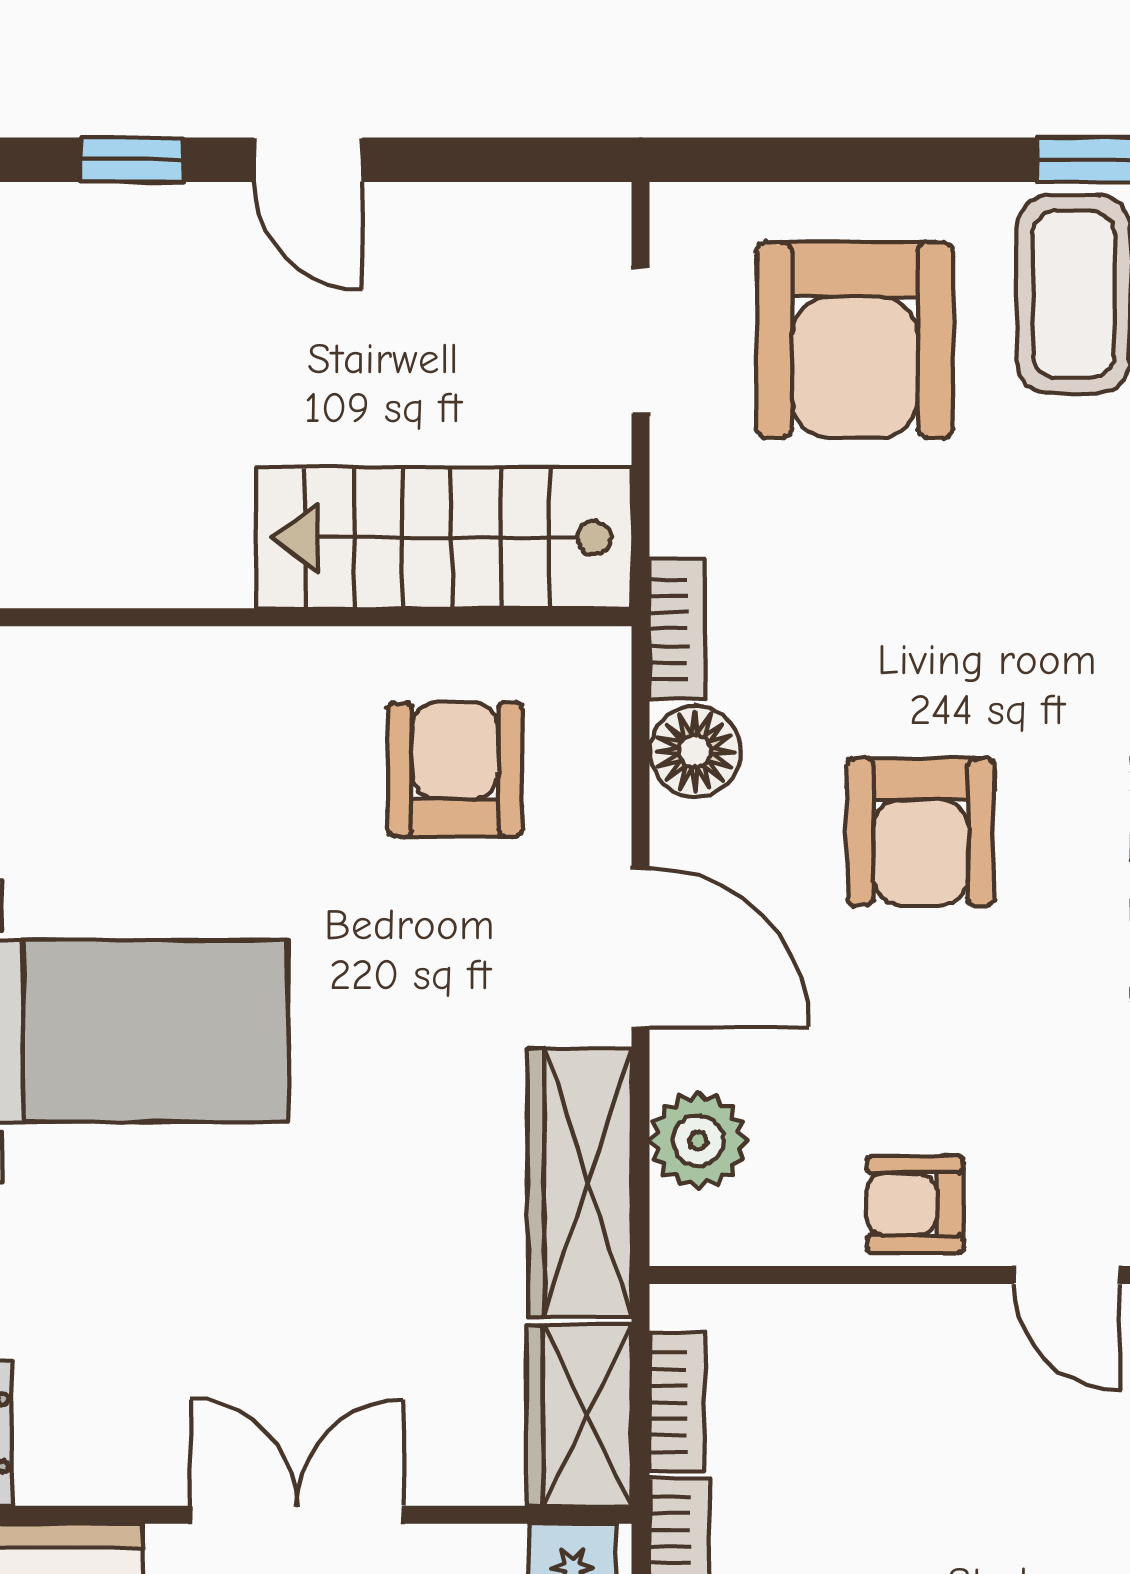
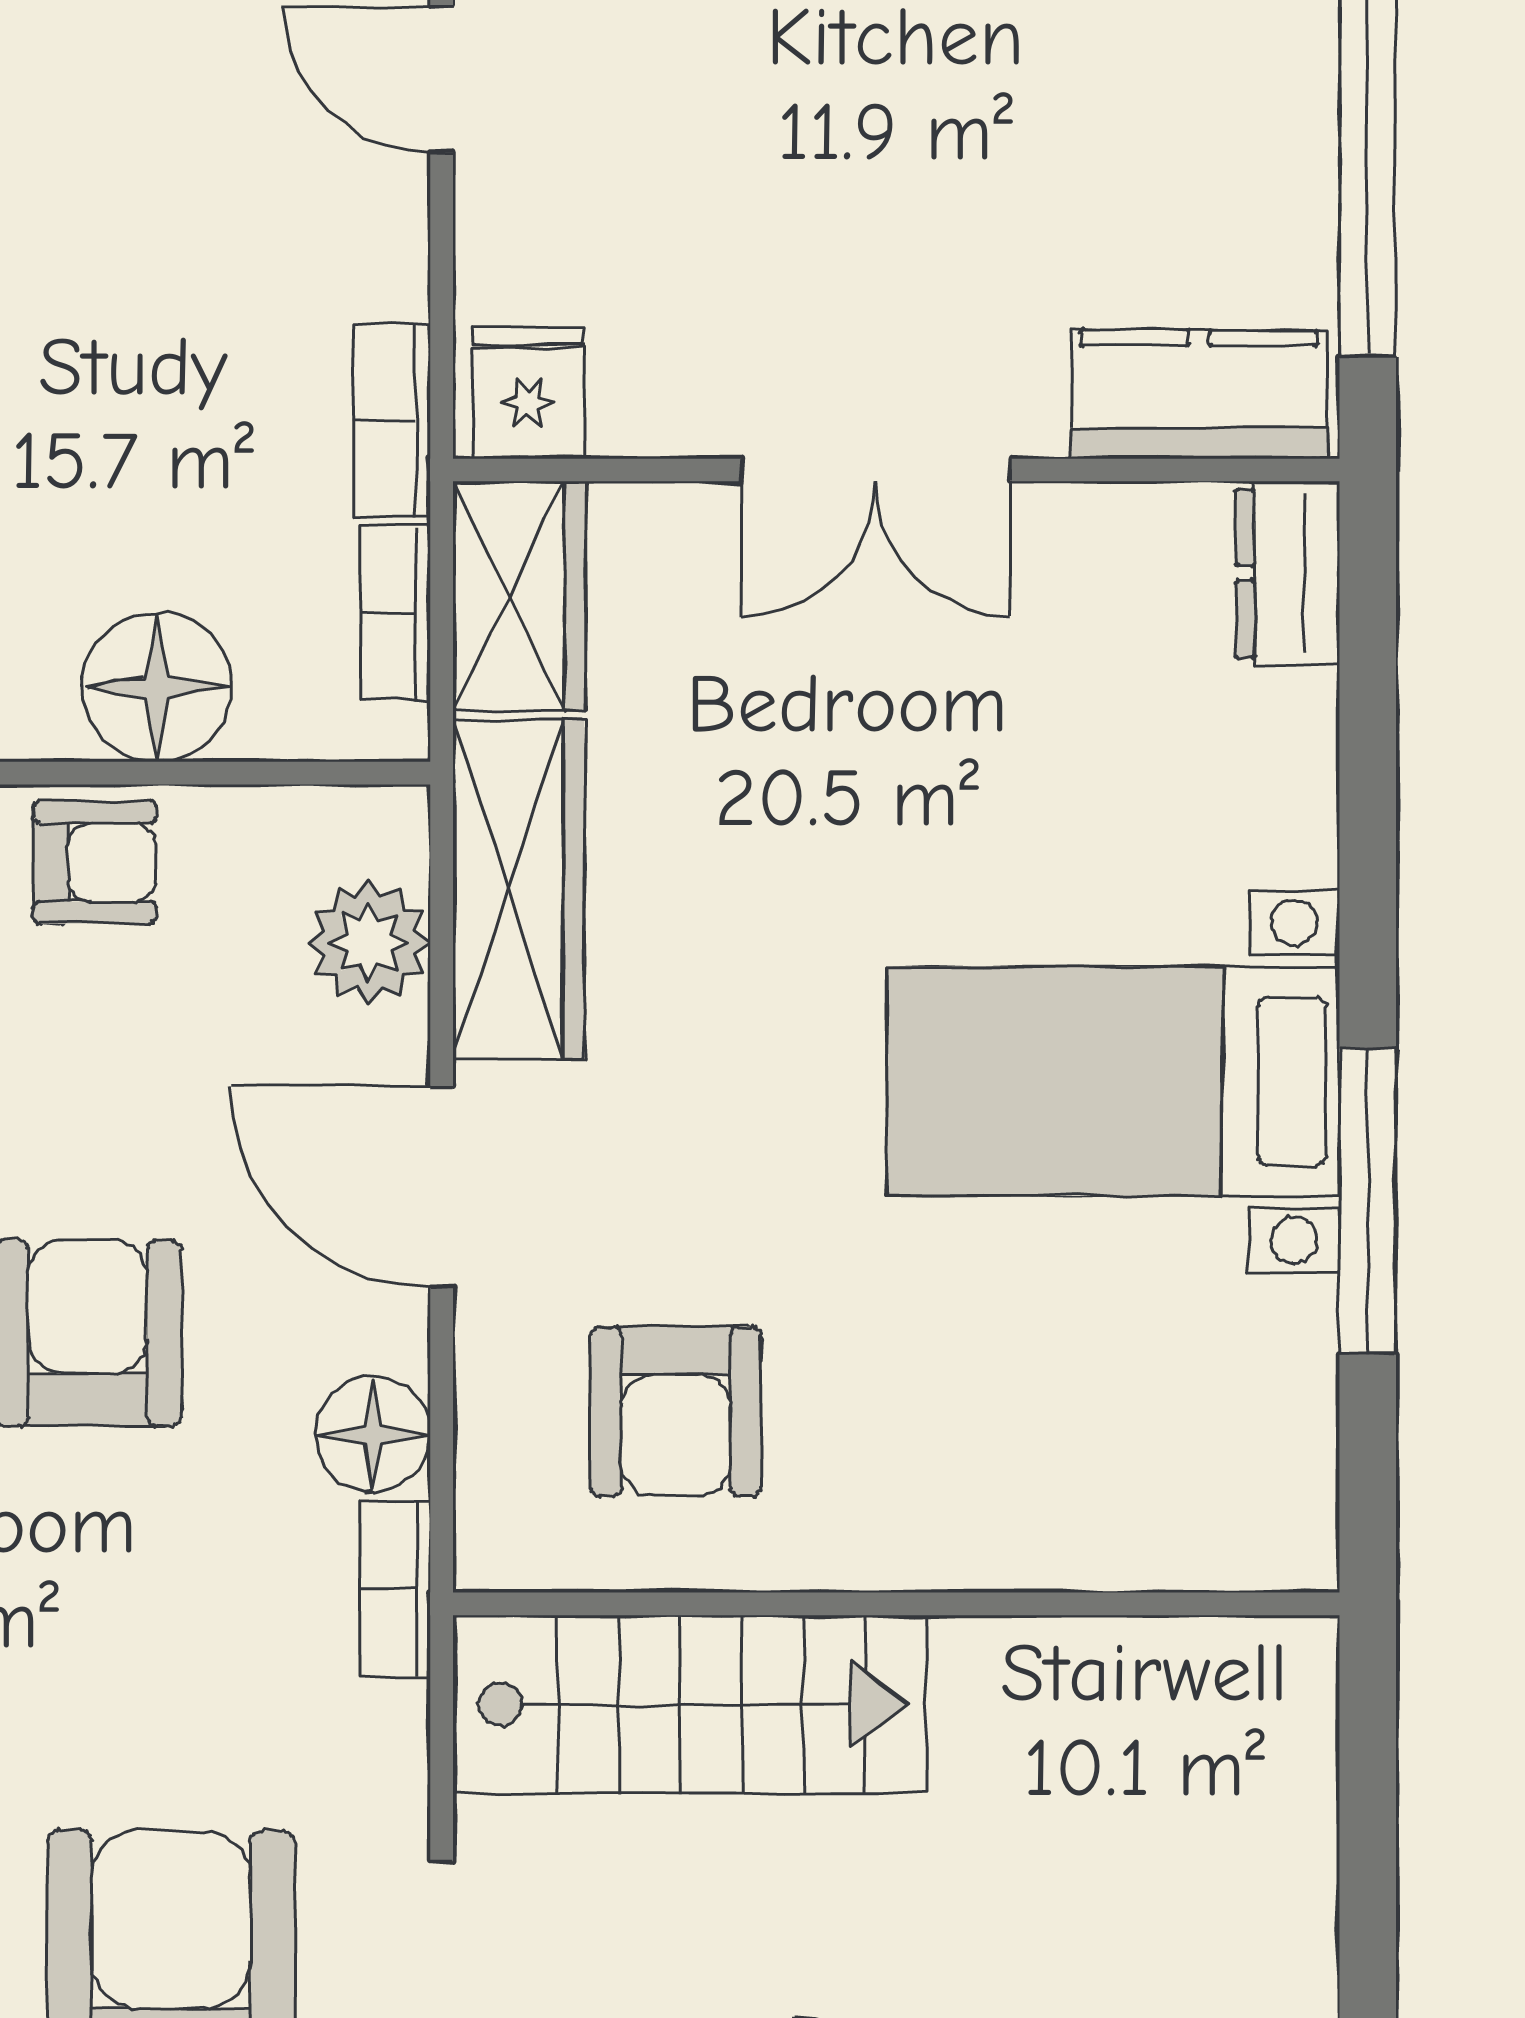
floor lamp: (866, 1343) -> (157, 687), added

